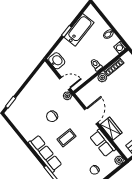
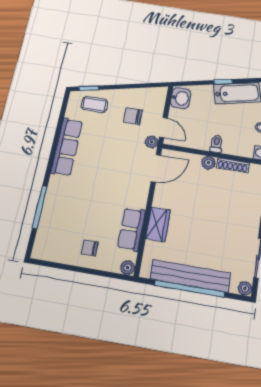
chair: (52, 116) -> (133, 116), moved
door: (91, 116) -> (156, 168), moved
coffee table: (67, 138) -> (94, 104), moved
row of seats: (45, 154) -> (67, 147), moved

